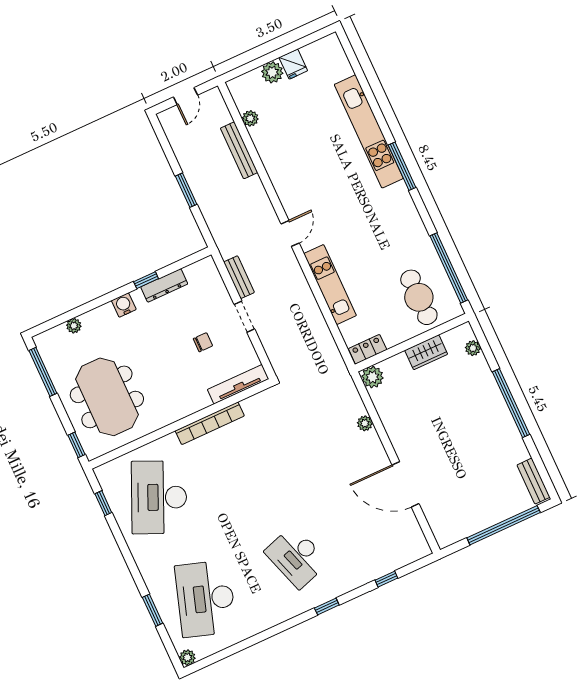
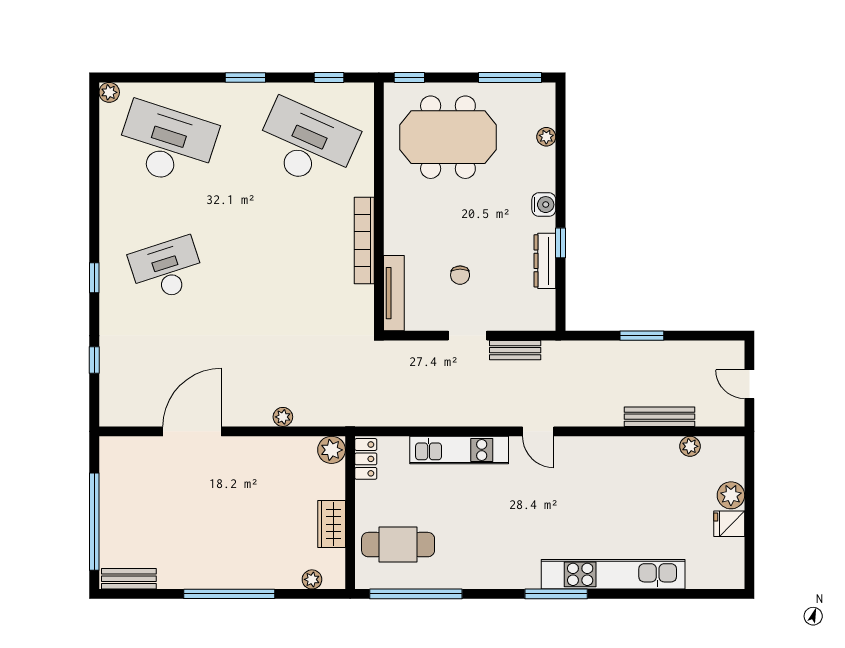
window: (153, 610) -> (245, 77), moved

